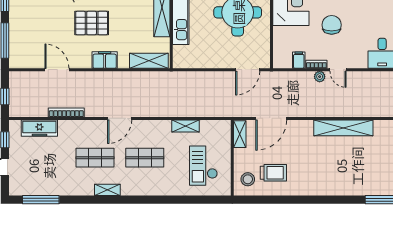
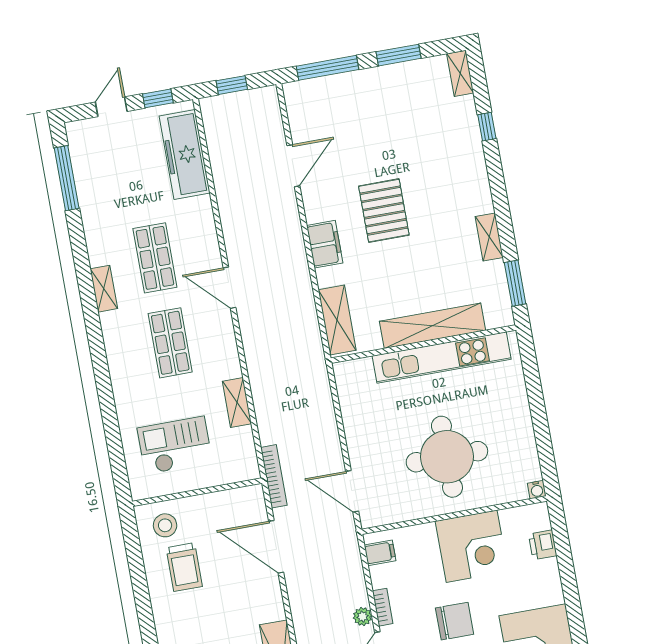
filing cabinet: (299, 60) -> (380, 553), moved
bookcase: (66, 113) -> (274, 476), moved
freezer: (39, 128) -> (185, 155), width x1.36, depth x1.26
shelving: (240, 134) -> (239, 498), removed

